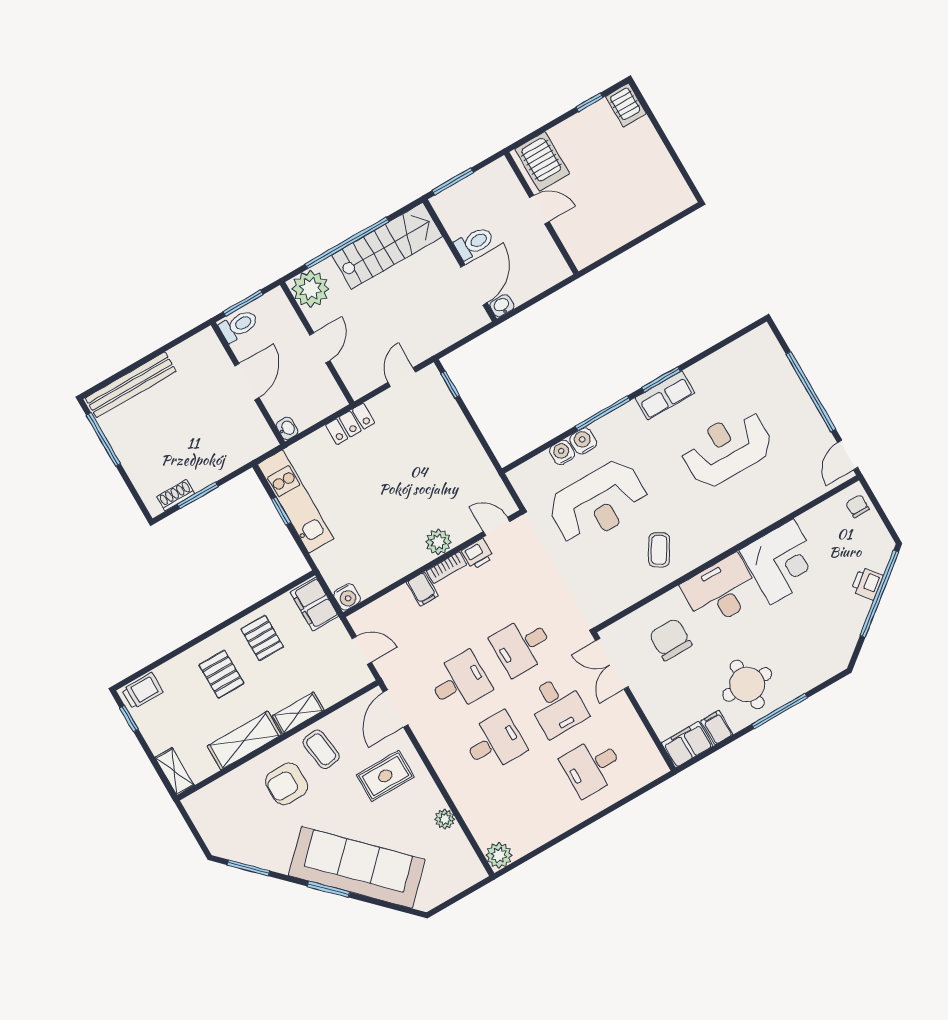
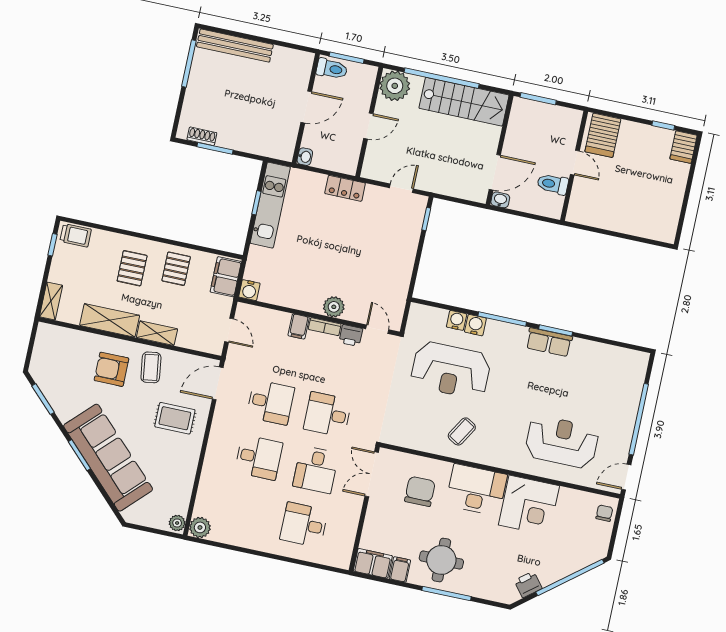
toilet: (474, 243) -> (553, 184), moved, turned 180
reception desk: (727, 448) -> (562, 442), moved
printer: (867, 584) -> (528, 584), moved
plant: (445, 819) -> (177, 523), moved

